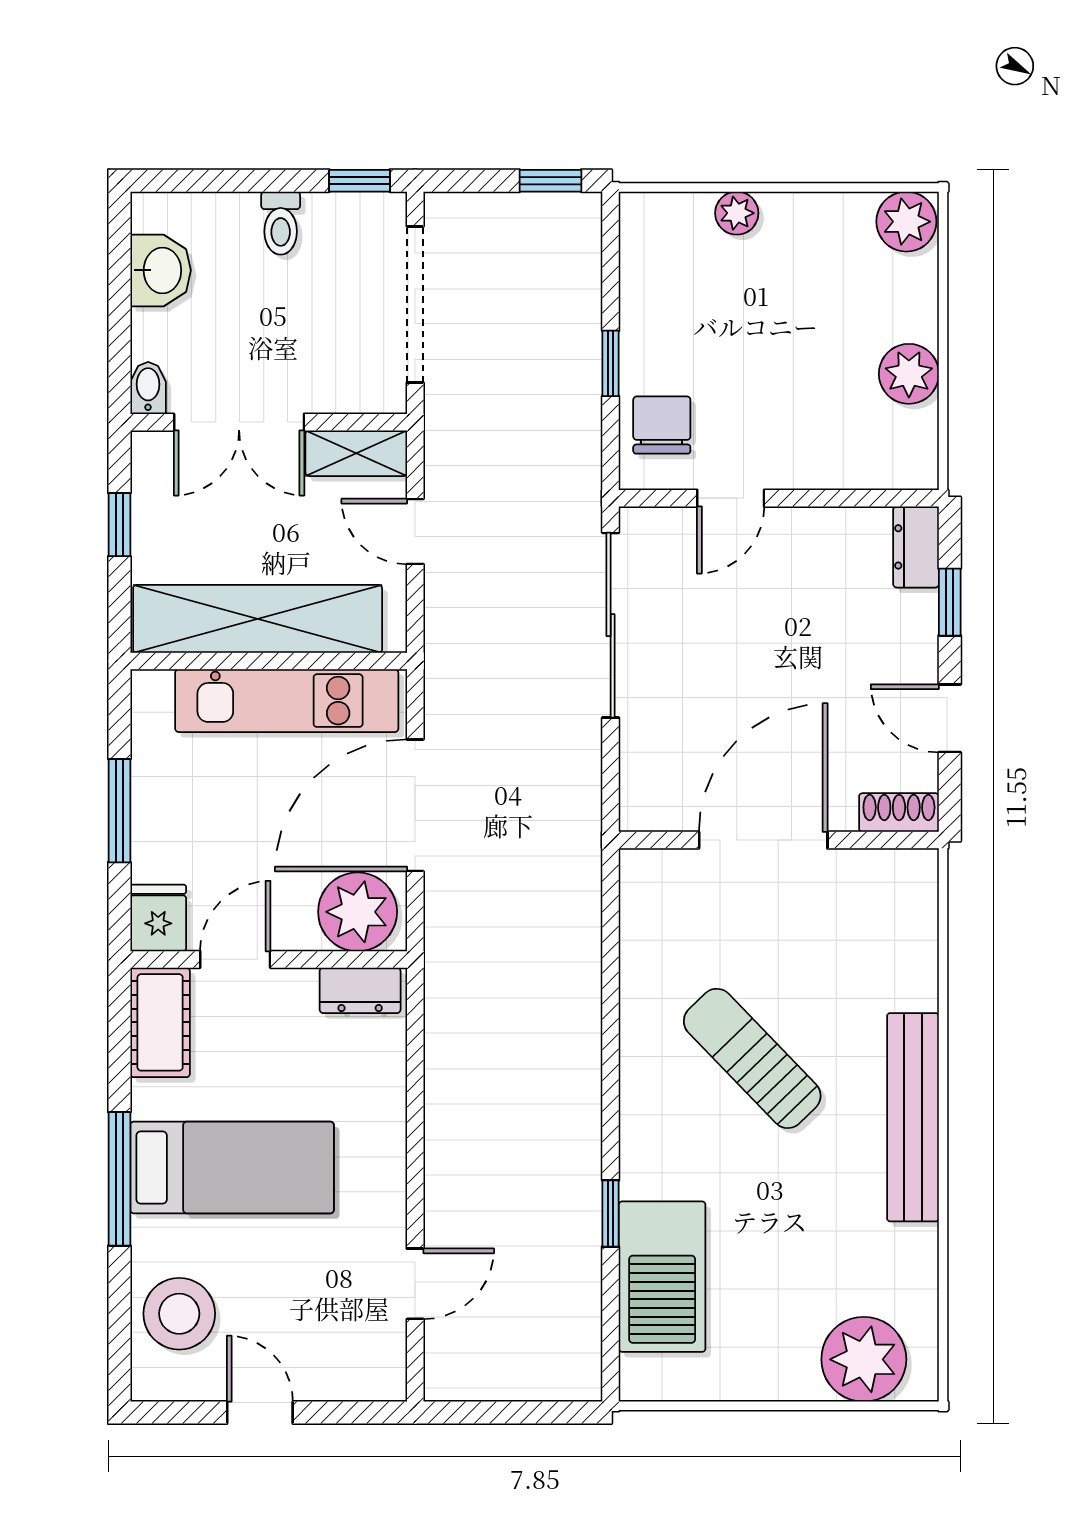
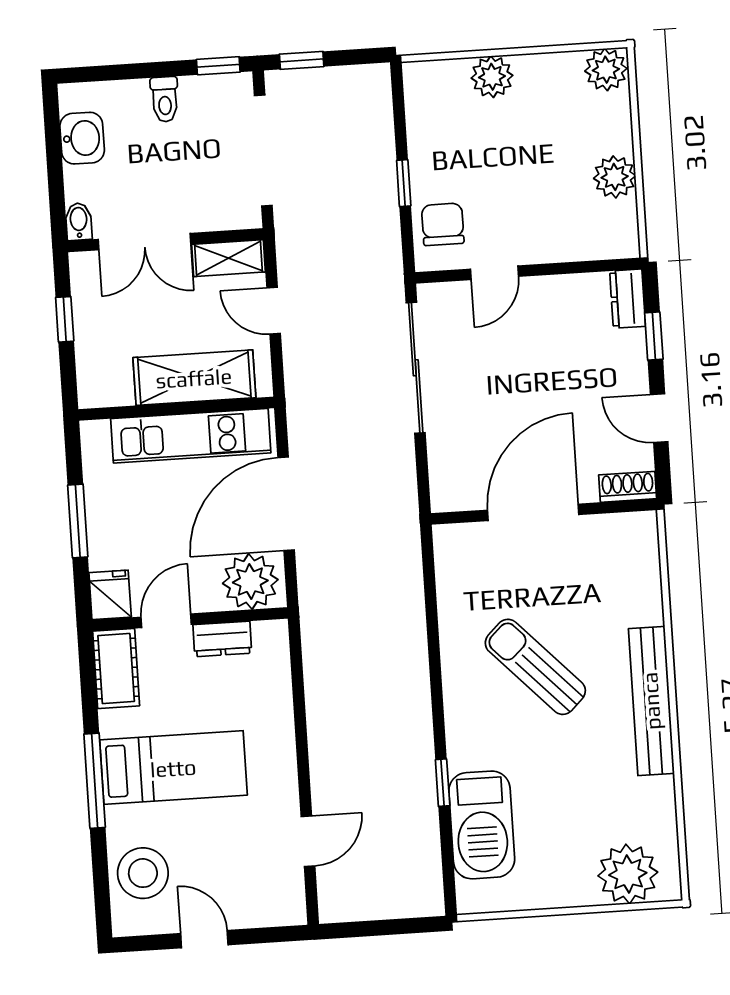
window: (550, 181) -> (302, 60), moved
plant: (737, 213) -> (492, 77), width x1.38, depth x1.38
shelving: (258, 619) -> (194, 378), width x0.68
dresser: (360, 990) -> (222, 639), moved

